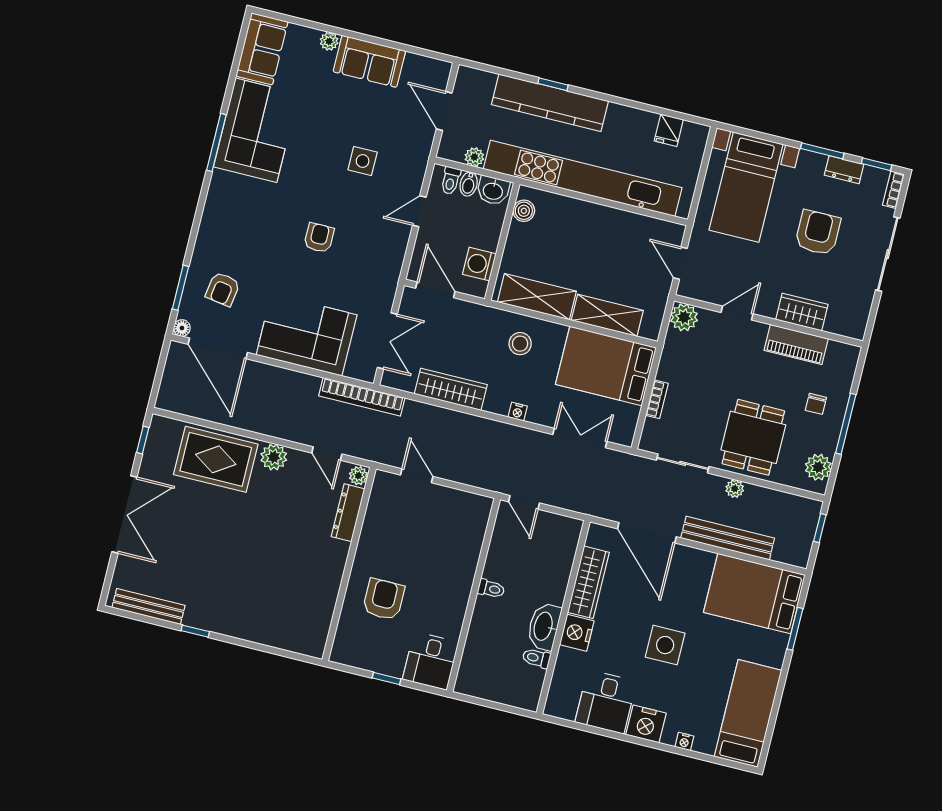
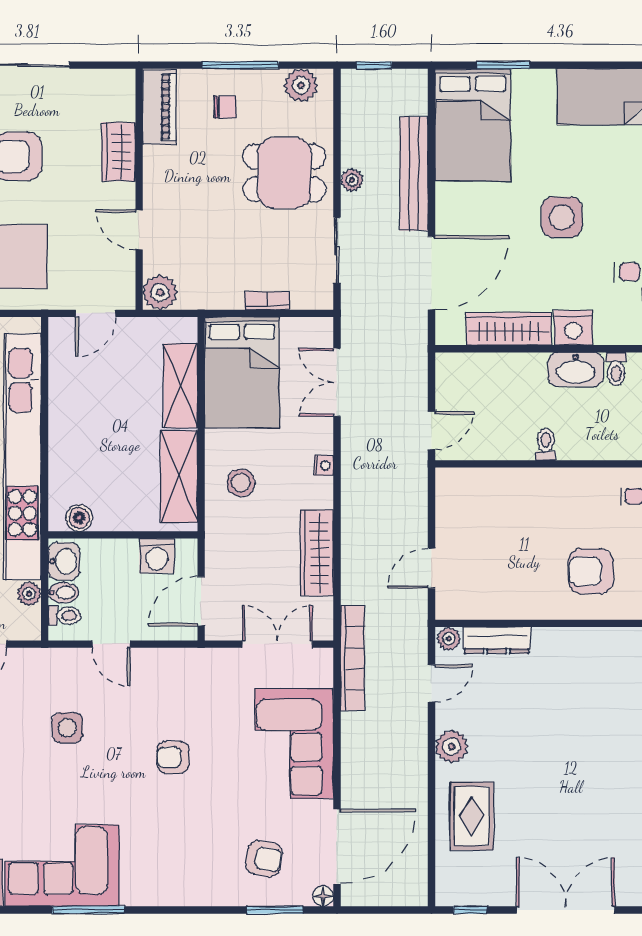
piano: (796, 344) -> (159, 107), moved
rug: (216, 459) -> (472, 816), width x0.73, depth x0.70

